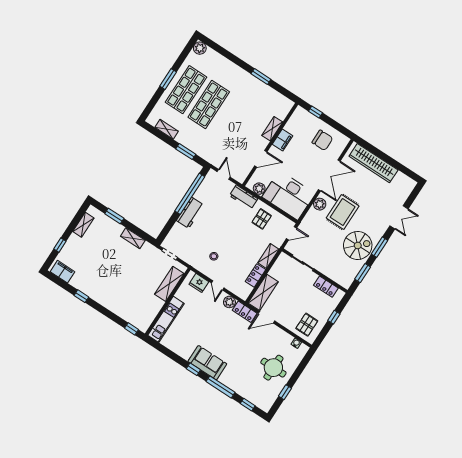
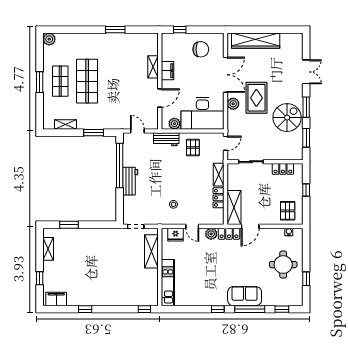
shop shelf: (186, 90) -> (60, 81), width x0.70, depth x0.74
shelving: (133, 238) -> (96, 233), removed
sofa: (207, 363) -> (245, 296), moved

